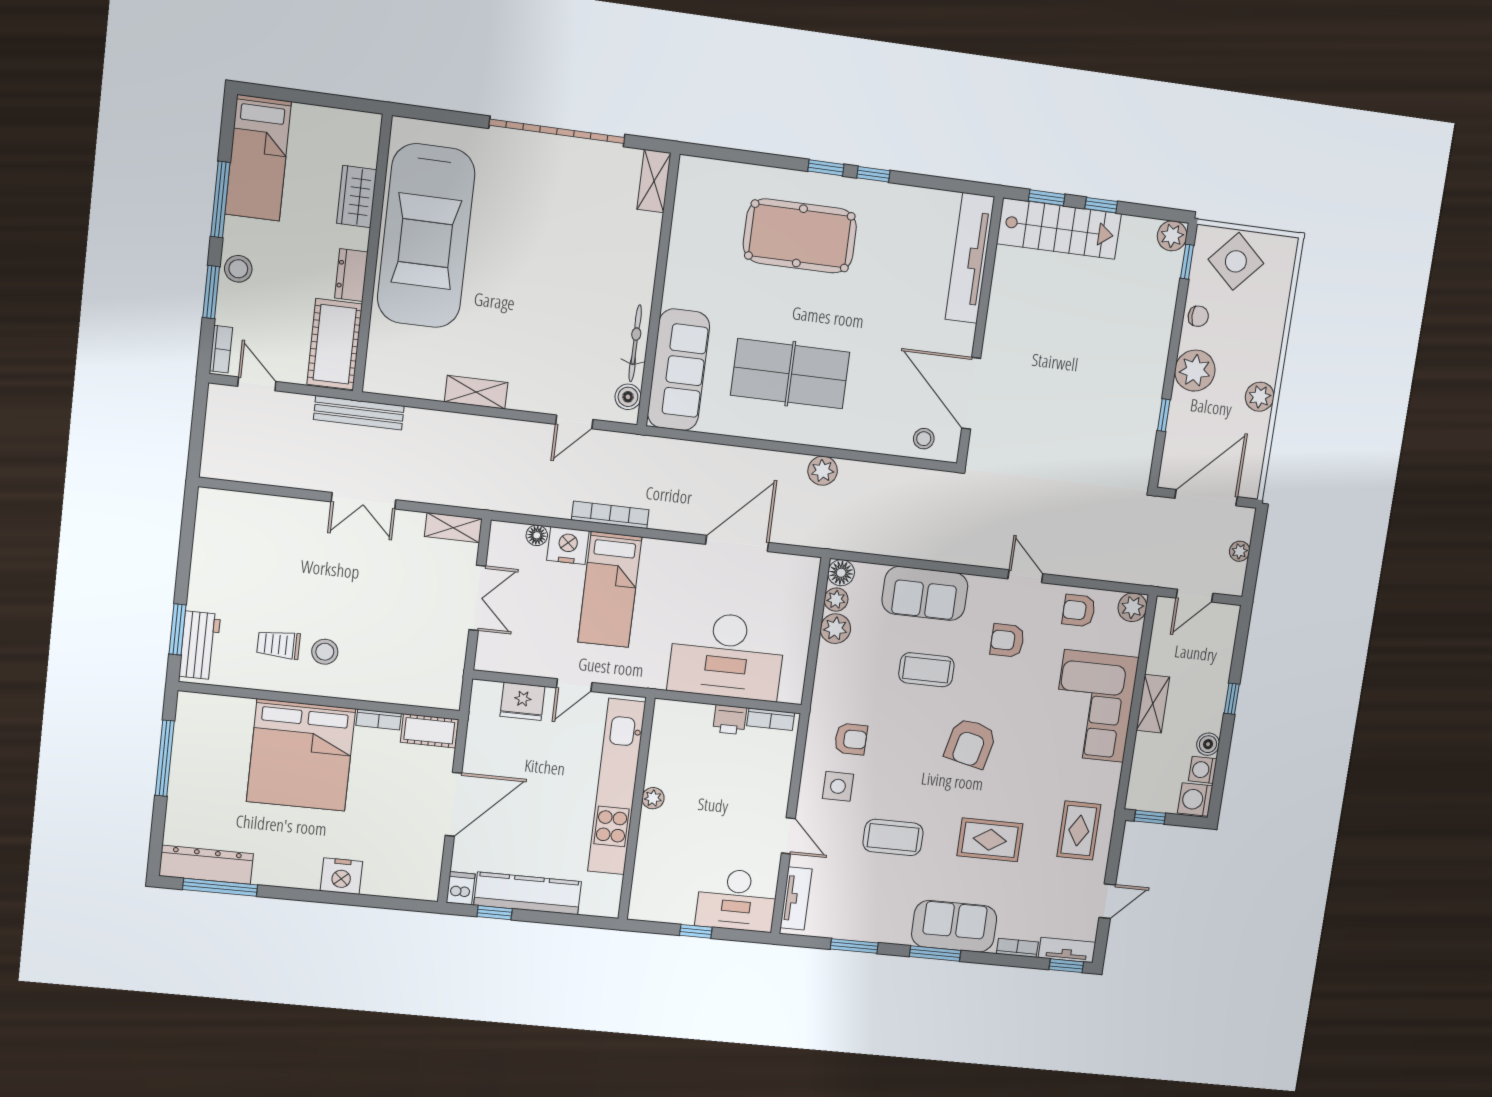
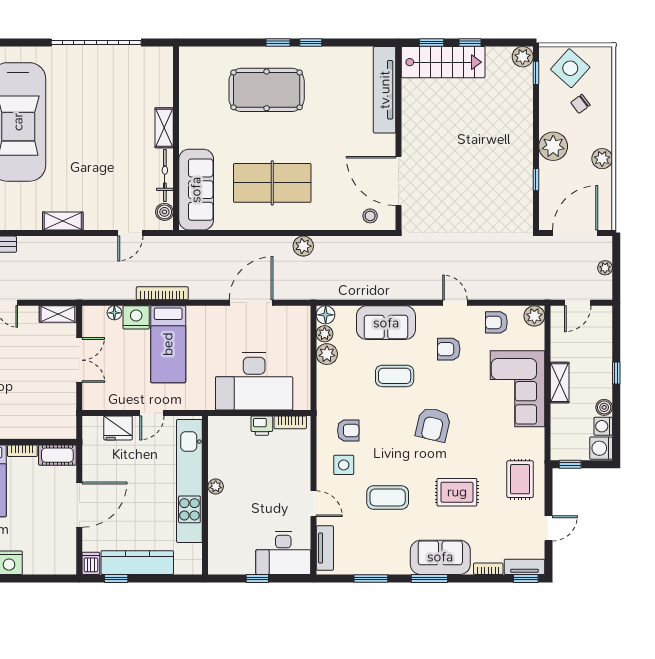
shelving: (654, 181) -> (164, 128), moved
chair: (1198, 316) -> (580, 104), moved, turned 143

